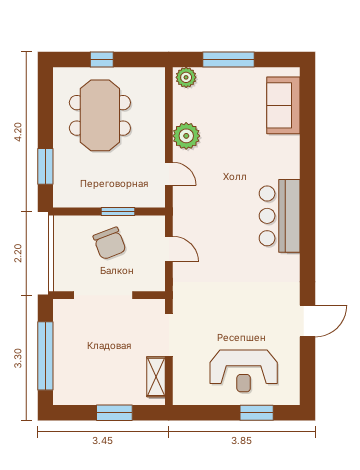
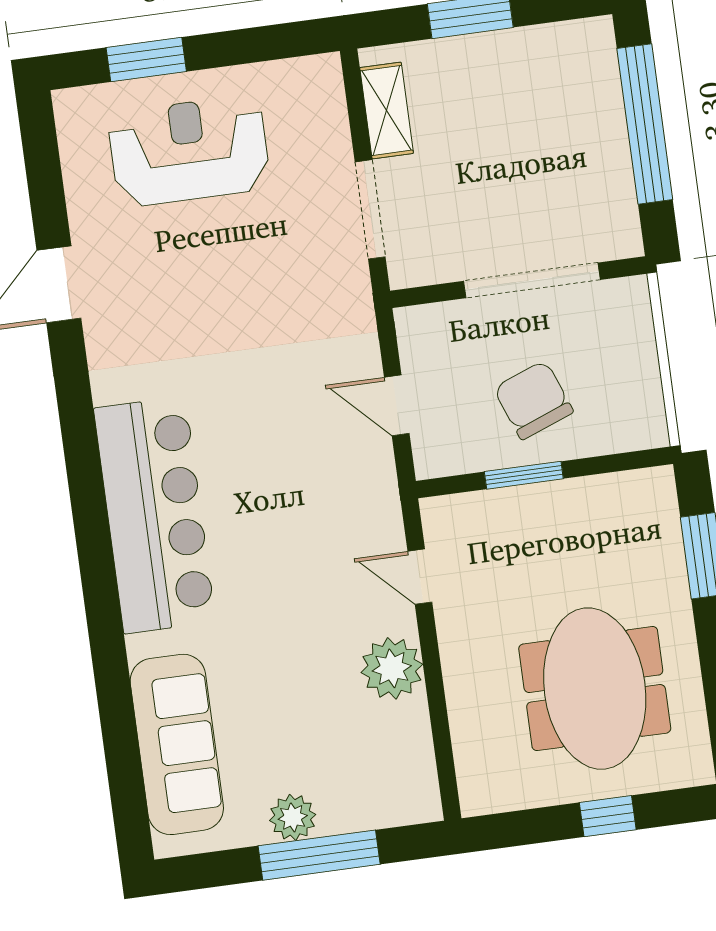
plant: (186, 77) -> (293, 817), moved
sofa: (283, 105) -> (177, 744), width x1.36
bar counter: (280, 216) -> (155, 515), width x1.36

